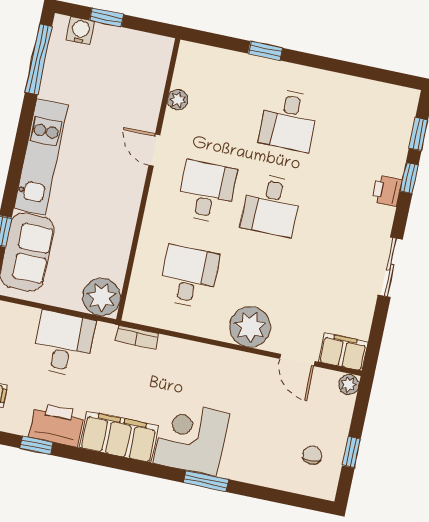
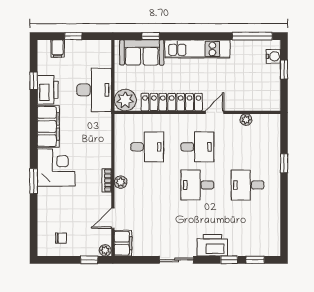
printer: (387, 191) -> (212, 245), width x1.87, depth x1.48
locker: (122, 219) -> (172, 102), added
plant: (250, 327) -> (121, 182), width x0.53, depth x0.53
bookcase: (137, 337) -> (107, 180), moved
desk: (63, 344) -> (94, 90), width x1.37
window: (351, 452) -> (89, 260), moved

